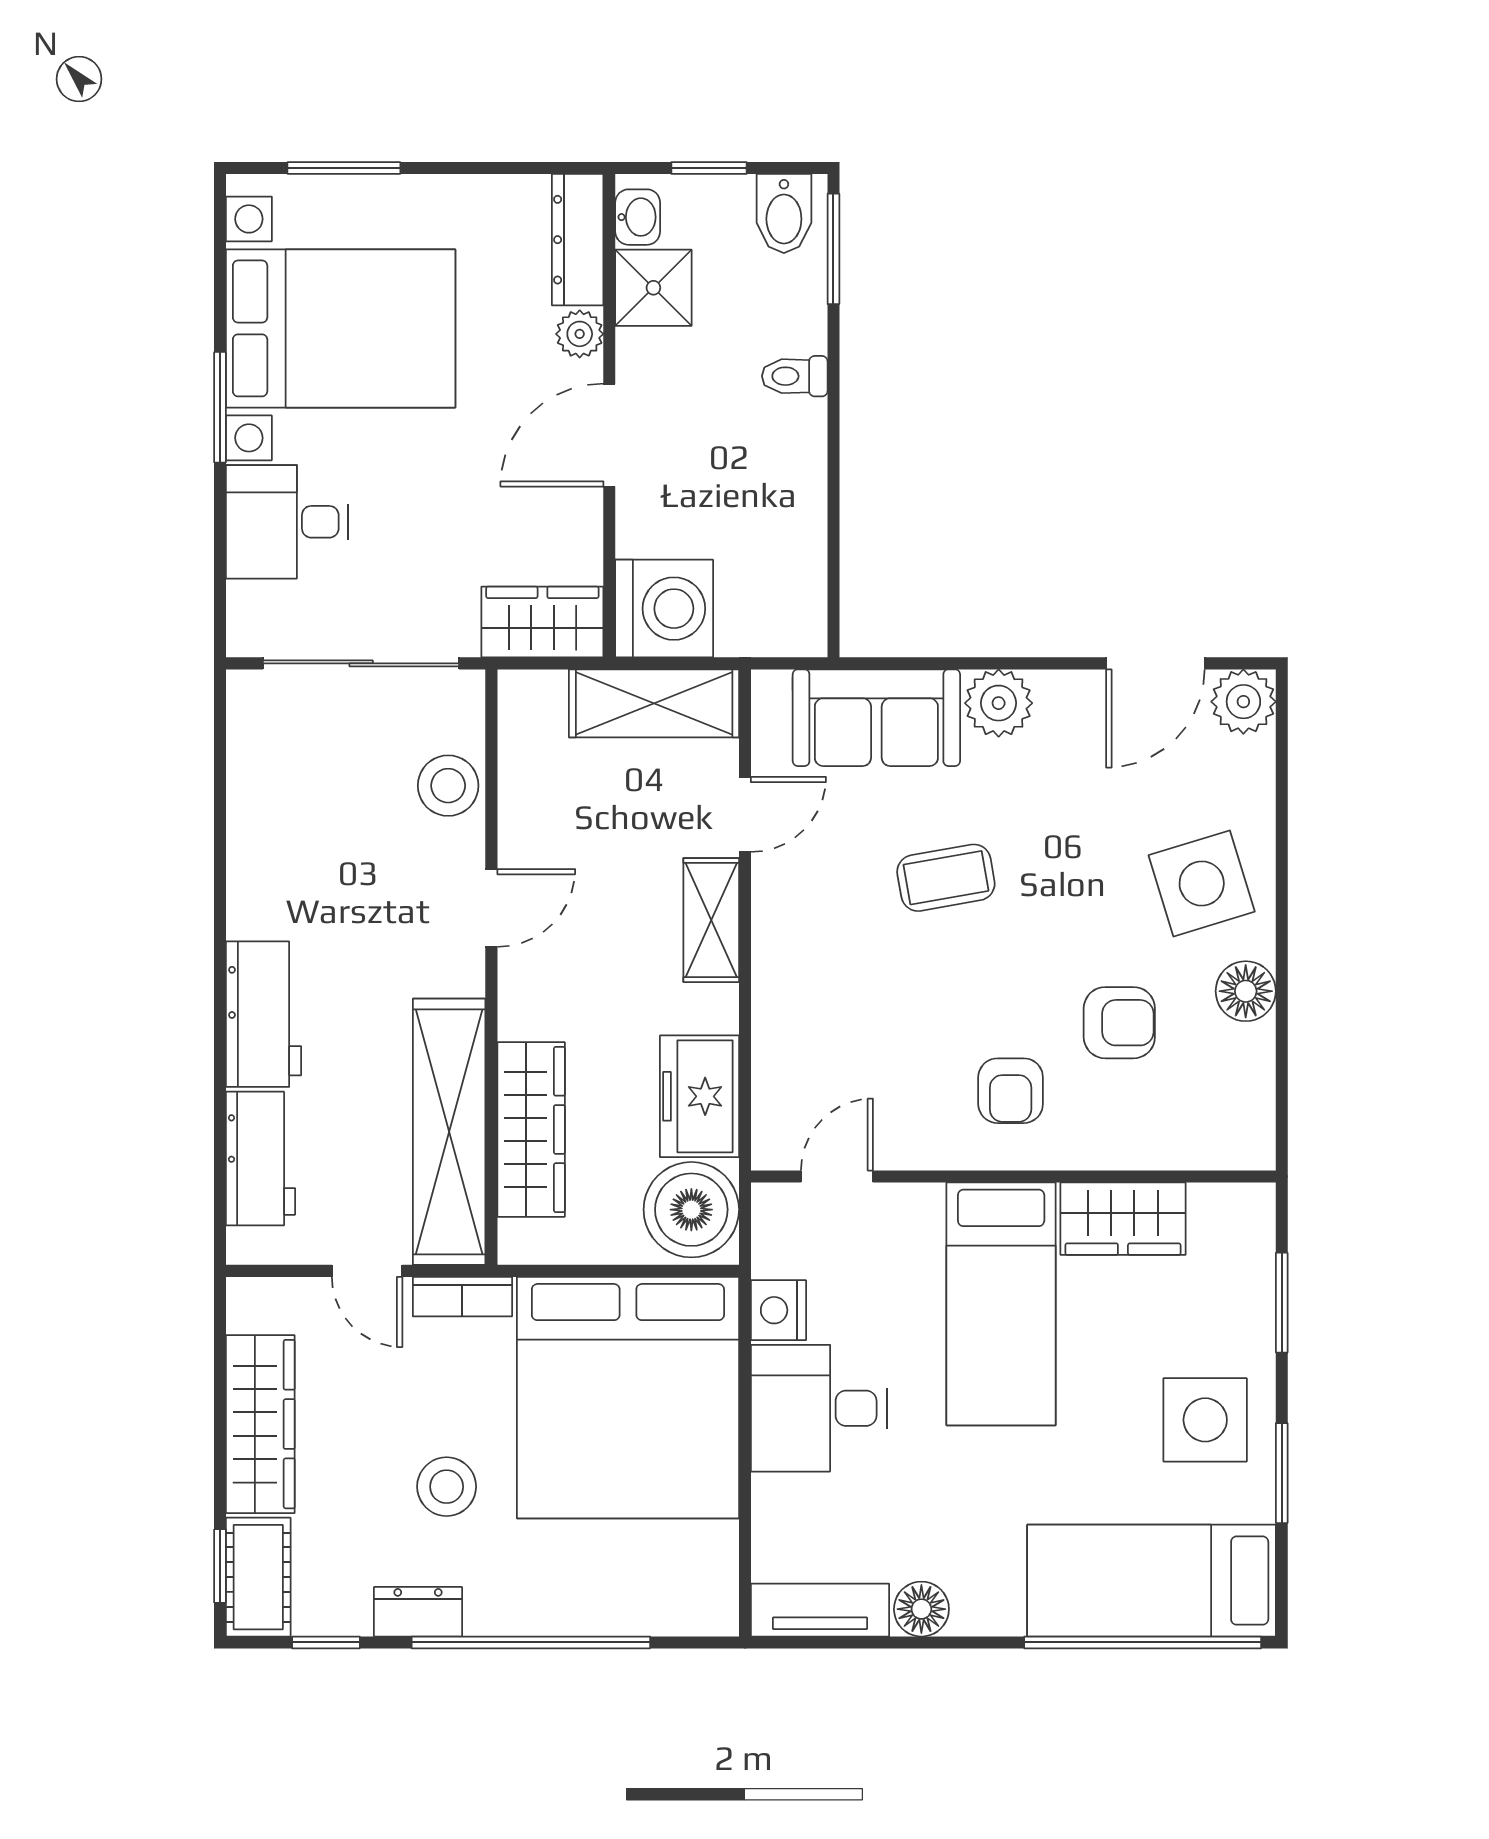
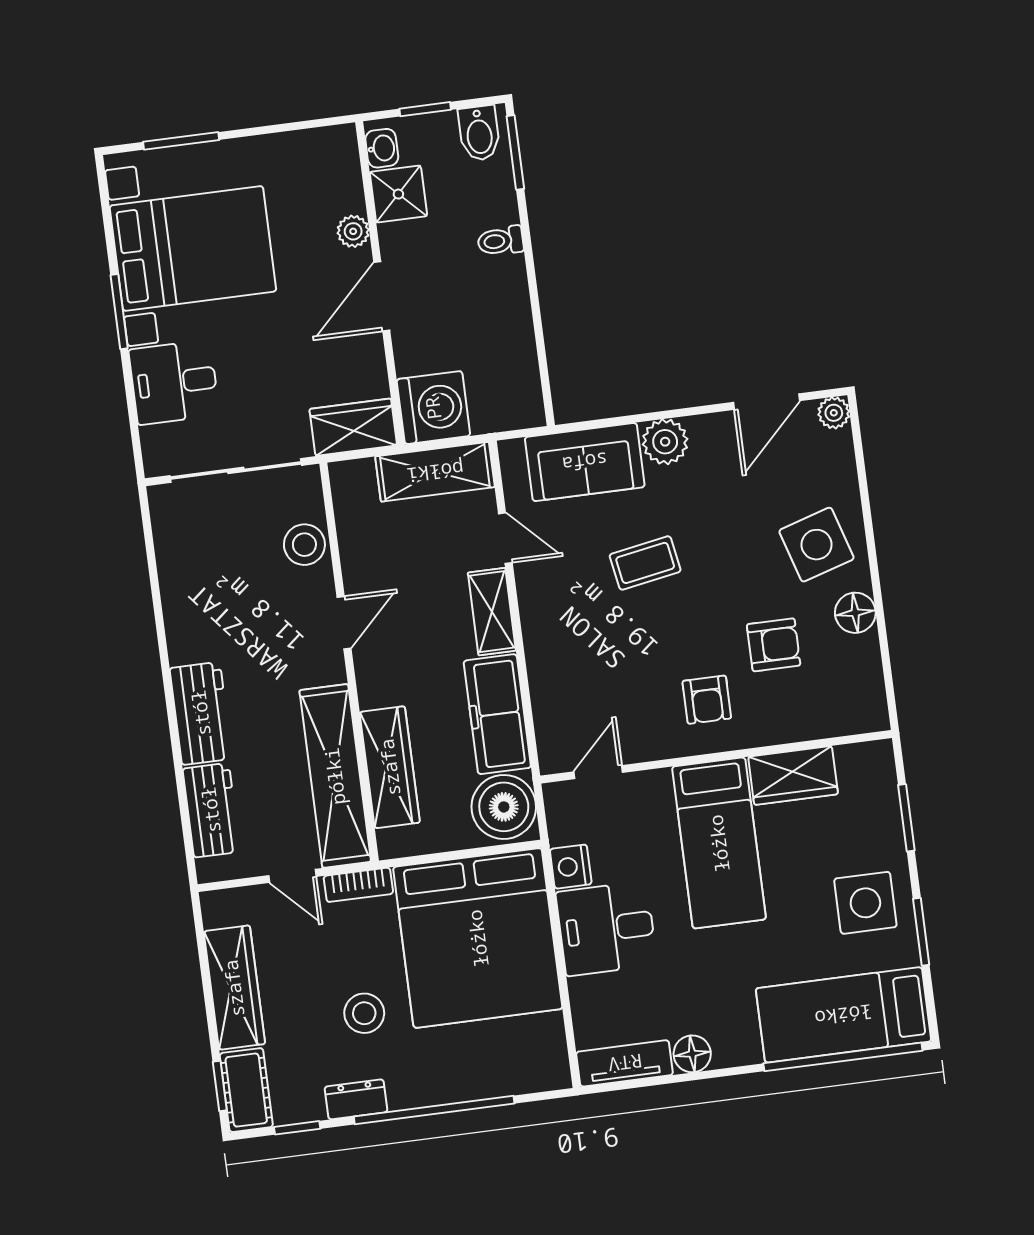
dresser: (578, 240) -> (344, 169), removed
plant: (1243, 702) -> (834, 413), width x0.73, depth x0.73
door: (745, 814) -> (505, 538), hinge flipped
freezer: (699, 1096) -> (497, 714), width x1.40

